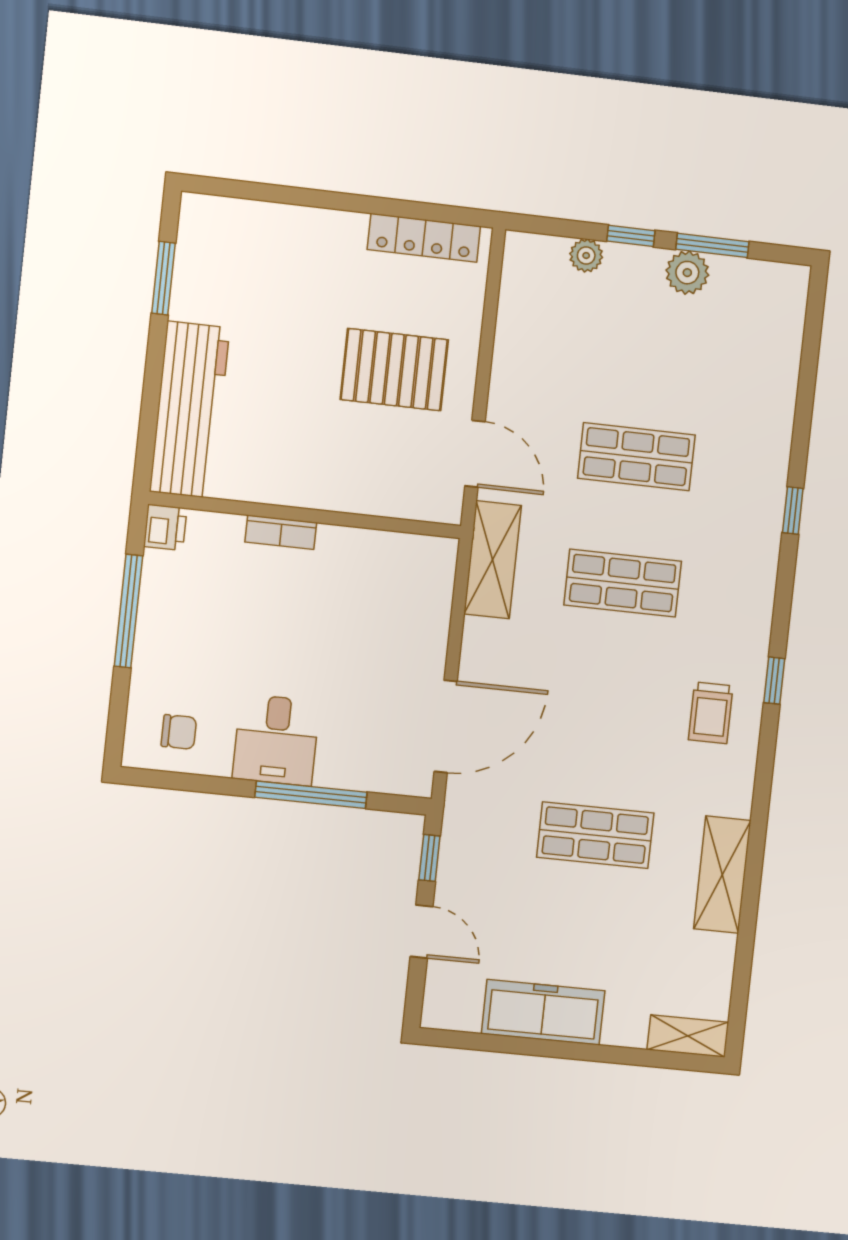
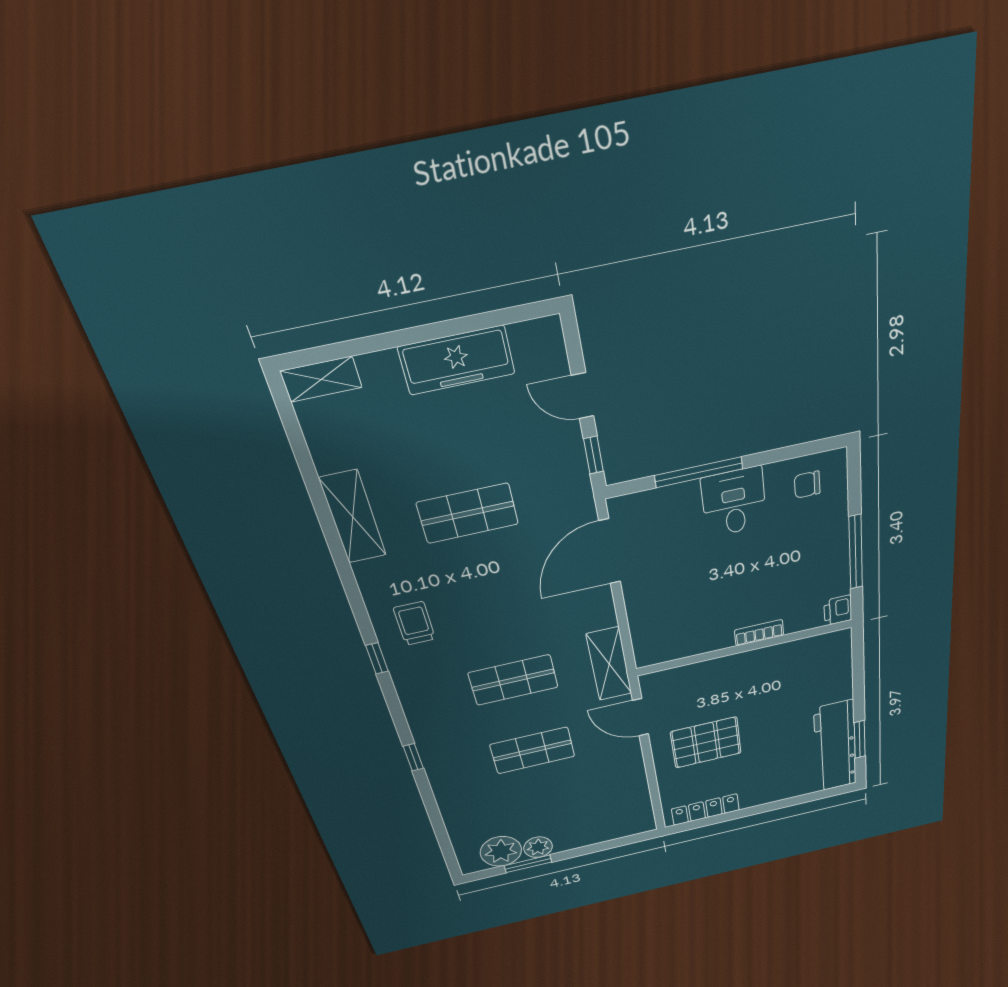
window: (631, 236) -> (580, 852), removed
plant: (586, 256) -> (501, 851), moved, width x1.87, depth x1.87
workbench: (190, 410) -> (835, 747), moved

